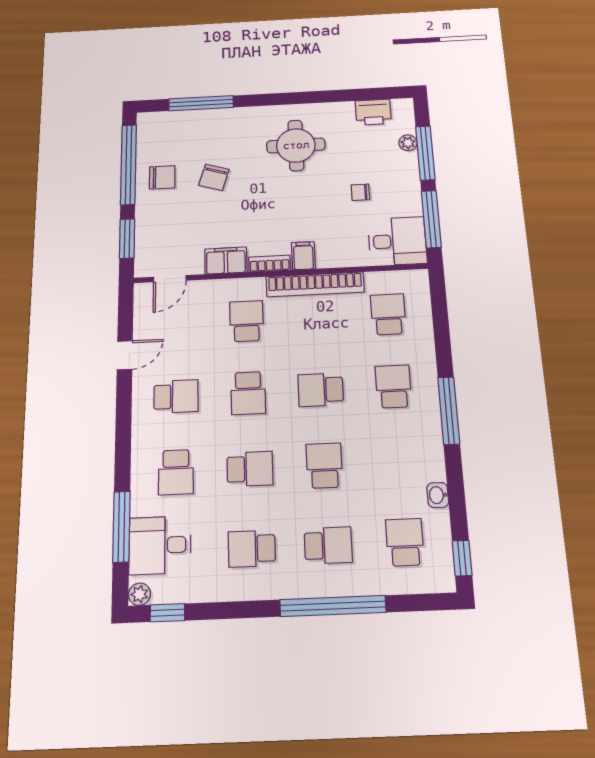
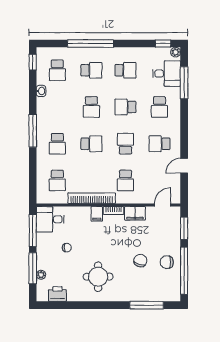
school desk: (176, 472) -> (159, 107), turned 180
school desk: (328, 545) -> (91, 70), turned 180

